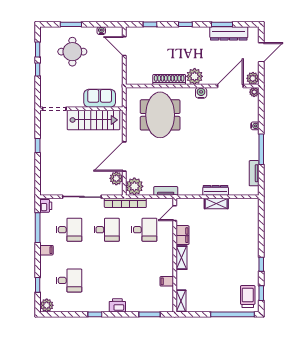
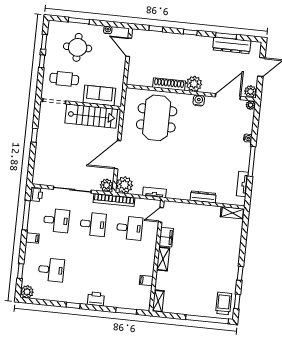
cafe table: (62, 85) -> (64, 79), added
plant: (116, 178) -> (107, 185), moved
shelving: (216, 204) -> (232, 213), moved

